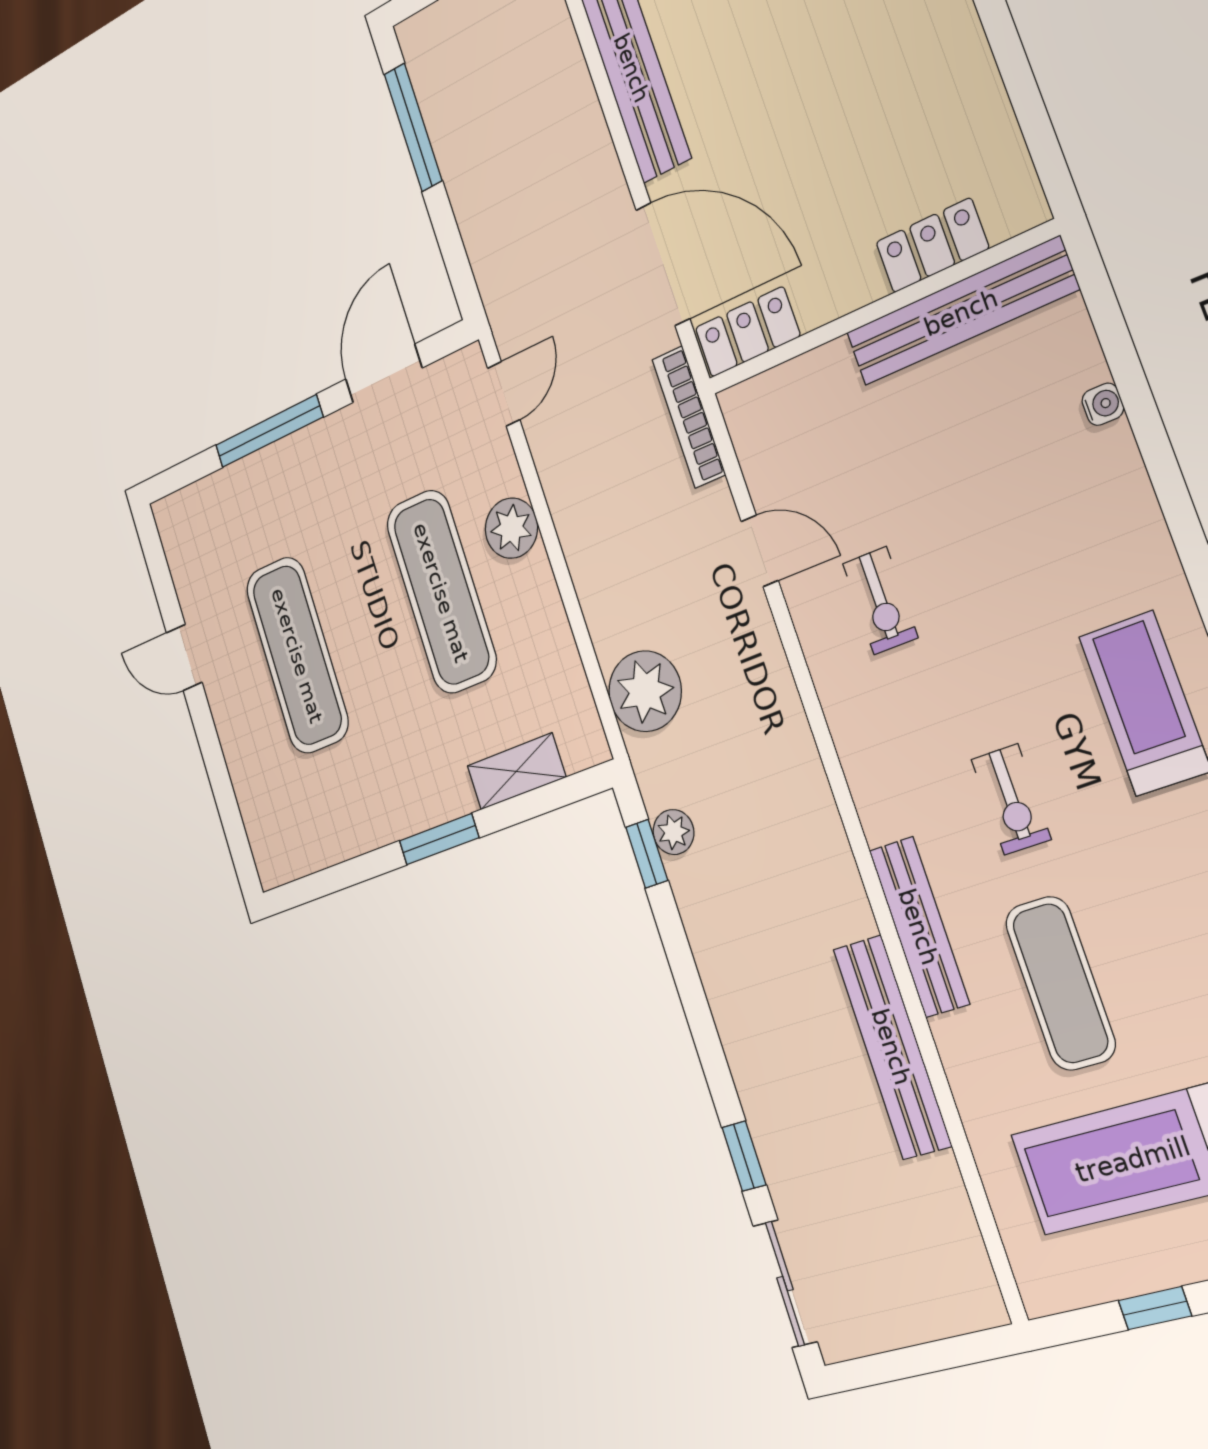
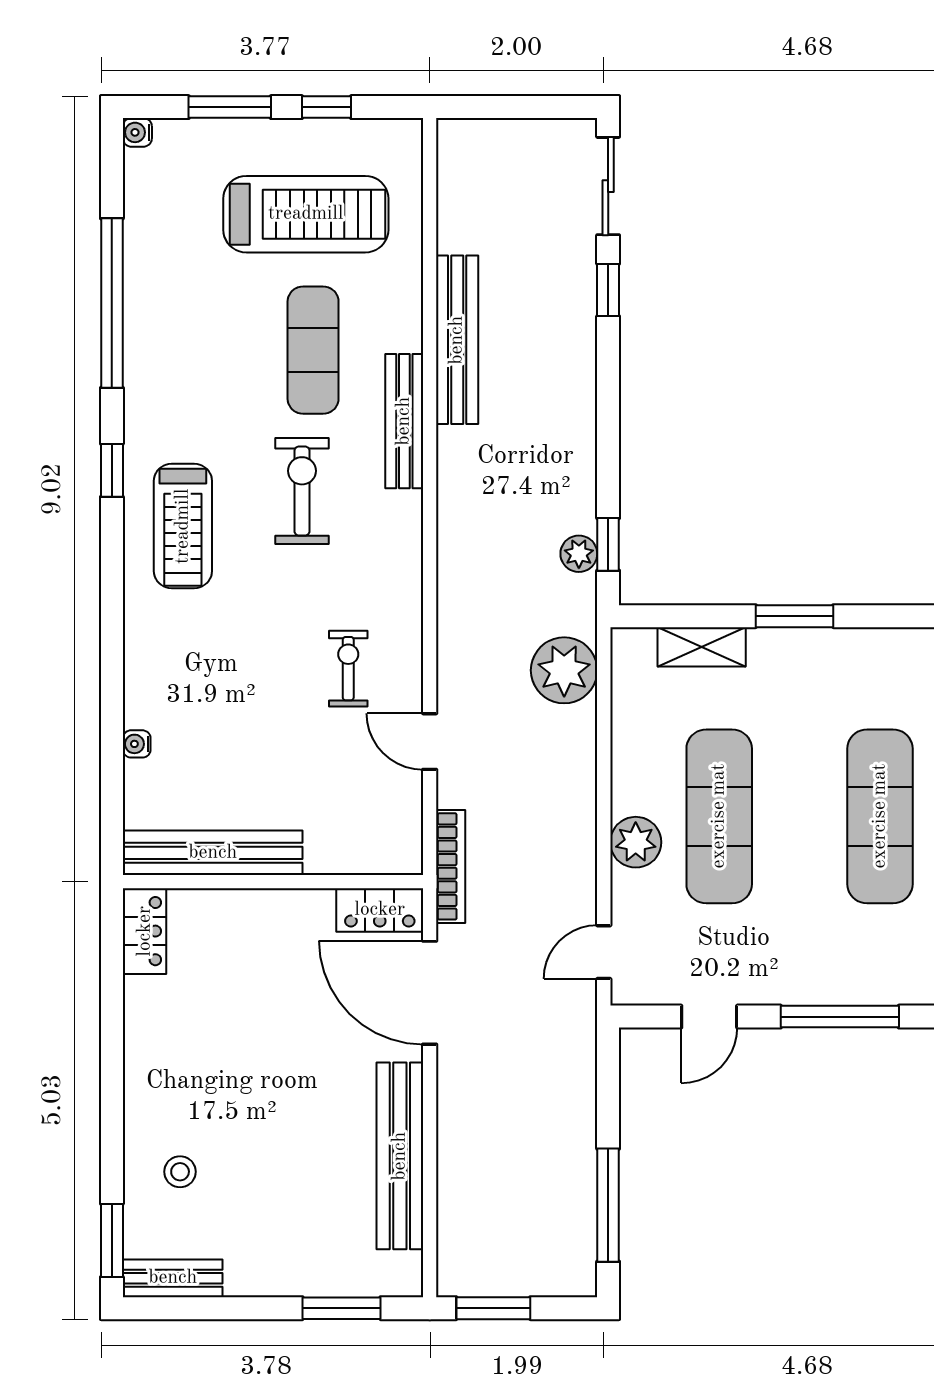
locker: (932, 245) -> (145, 931), moved, turned -90
door: (384, 373) -> (709, 1017), width x0.73
exercise bike: (1011, 799) -> (302, 491), width x1.38, depth x1.39

